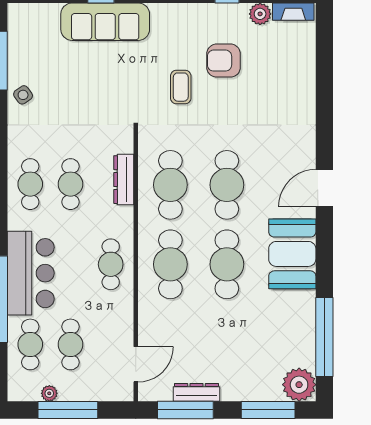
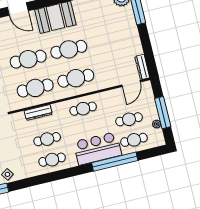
door: (136, 364) -> (131, 83), swing flipped
dresser: (196, 392) -> (142, 67), moved
window: (185, 410) -> (148, 53), removed

